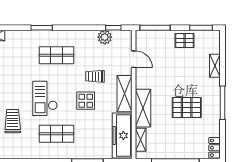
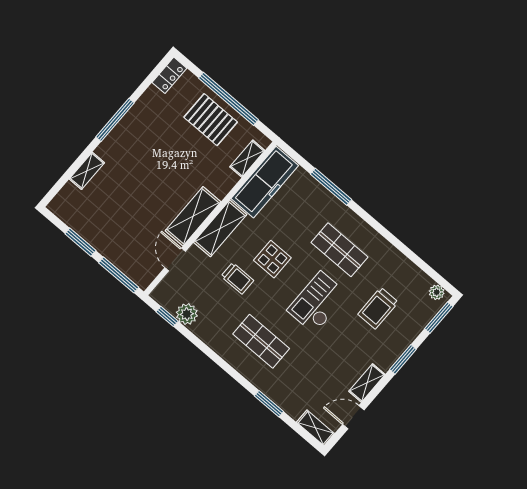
window: (42, 28) -> (269, 404), moved
window: (201, 28) -> (80, 242), moved
pallet: (185, 41) -> (97, 230), removed
checkout: (45, 98) -> (318, 302), turned 180
shelving: (143, 108) -> (193, 216), moved
pallet: (187, 108) -> (211, 120), moved

